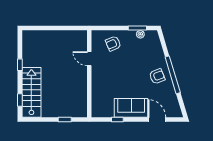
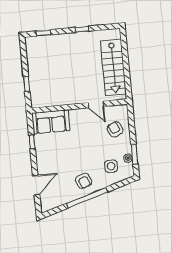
side table: (146, 50) -> (111, 166), added
door: (89, 59) -> (96, 105), swing flipped
stairs: (31, 92) -> (114, 68), moved, turned 90
sofa: (131, 108) -> (51, 122), moved, turned 90

